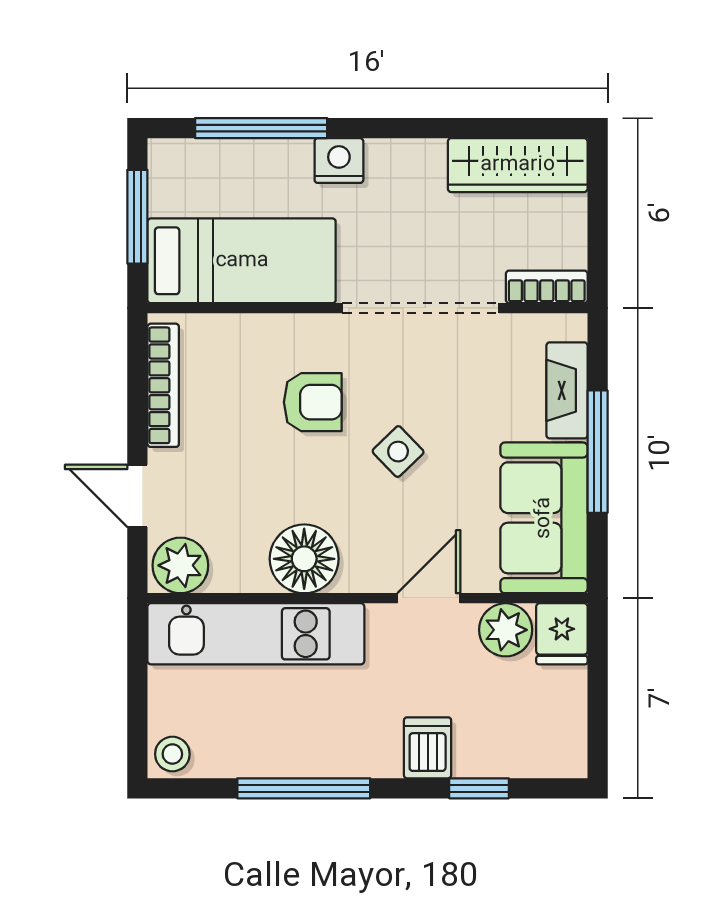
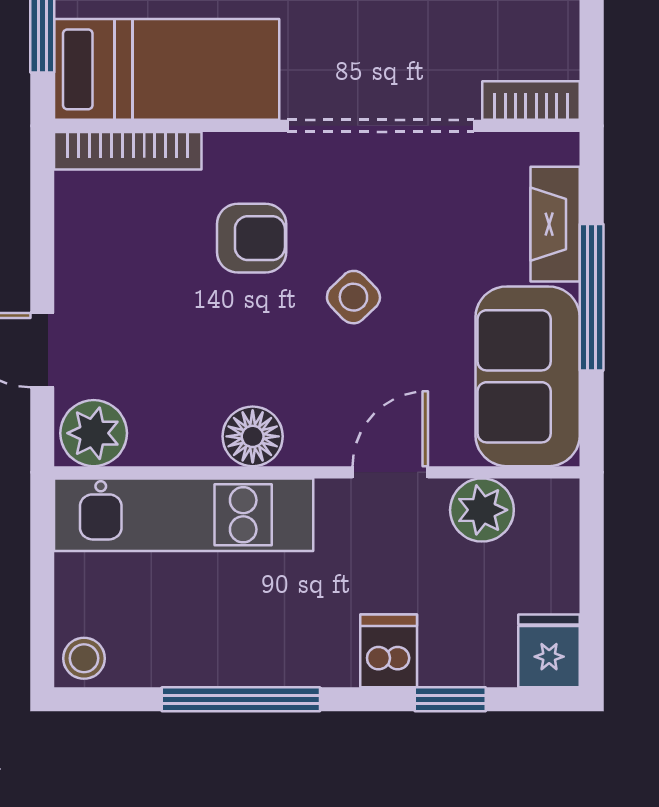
bookcase: (163, 385) -> (128, 151), moved, turned 90
floor lamp: (304, 559) -> (253, 436), width x0.73, depth x0.73
fridge: (562, 634) -> (549, 651), moved, turned 180

